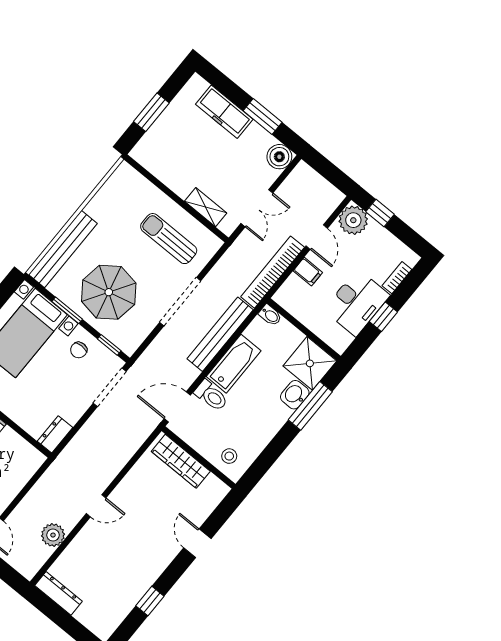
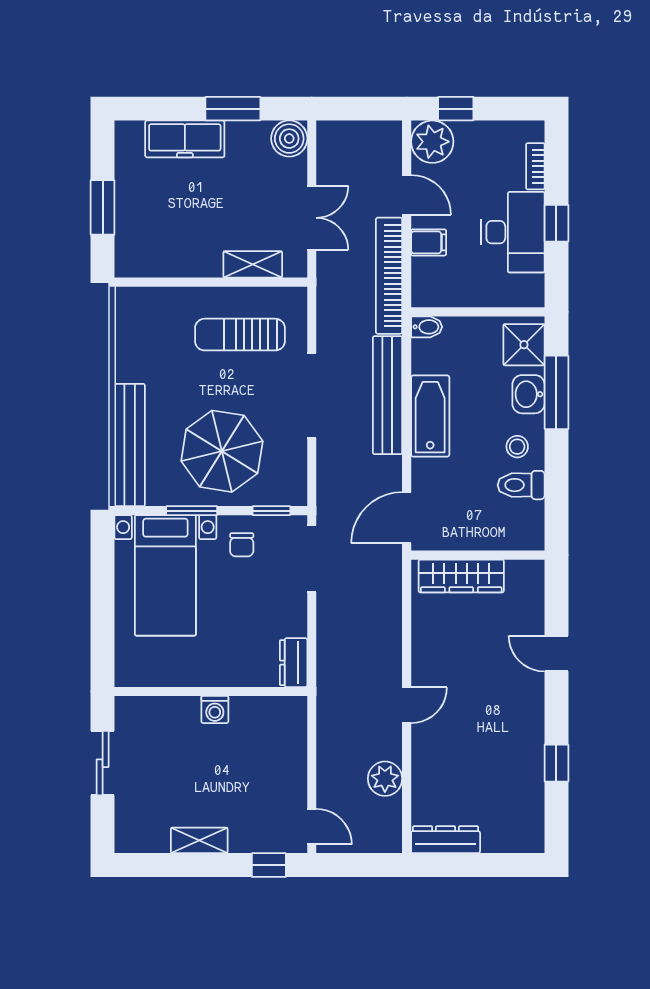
shower: (310, 363) -> (524, 345), width x0.73, depth x0.73
toilet: (211, 396) -> (521, 485), moved, turned 180
stool: (229, 456) -> (517, 447), moved

